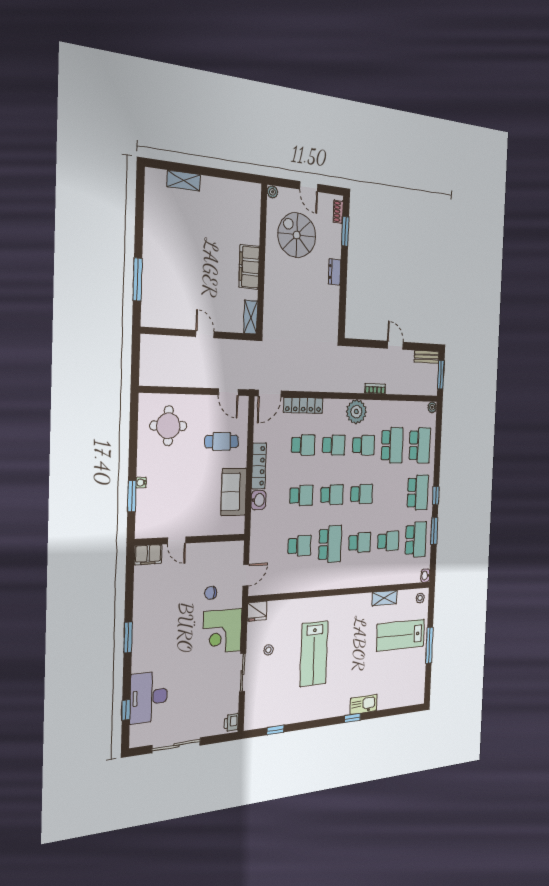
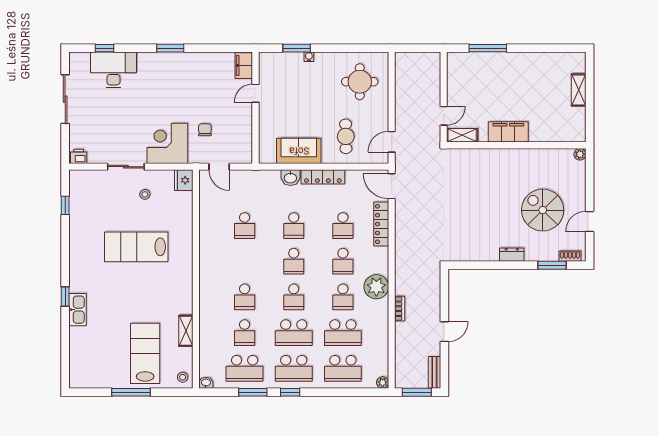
plant: (272, 192) -> (580, 154), moved
spiral stairs: (297, 235) -> (543, 210), turned -90
wall: (262, 260) -> (516, 145), moved
filing cabinet: (249, 267) -> (508, 132), moved
shelving: (251, 317) -> (462, 135), moved
school desk: (330, 544) -> (294, 333), moved

